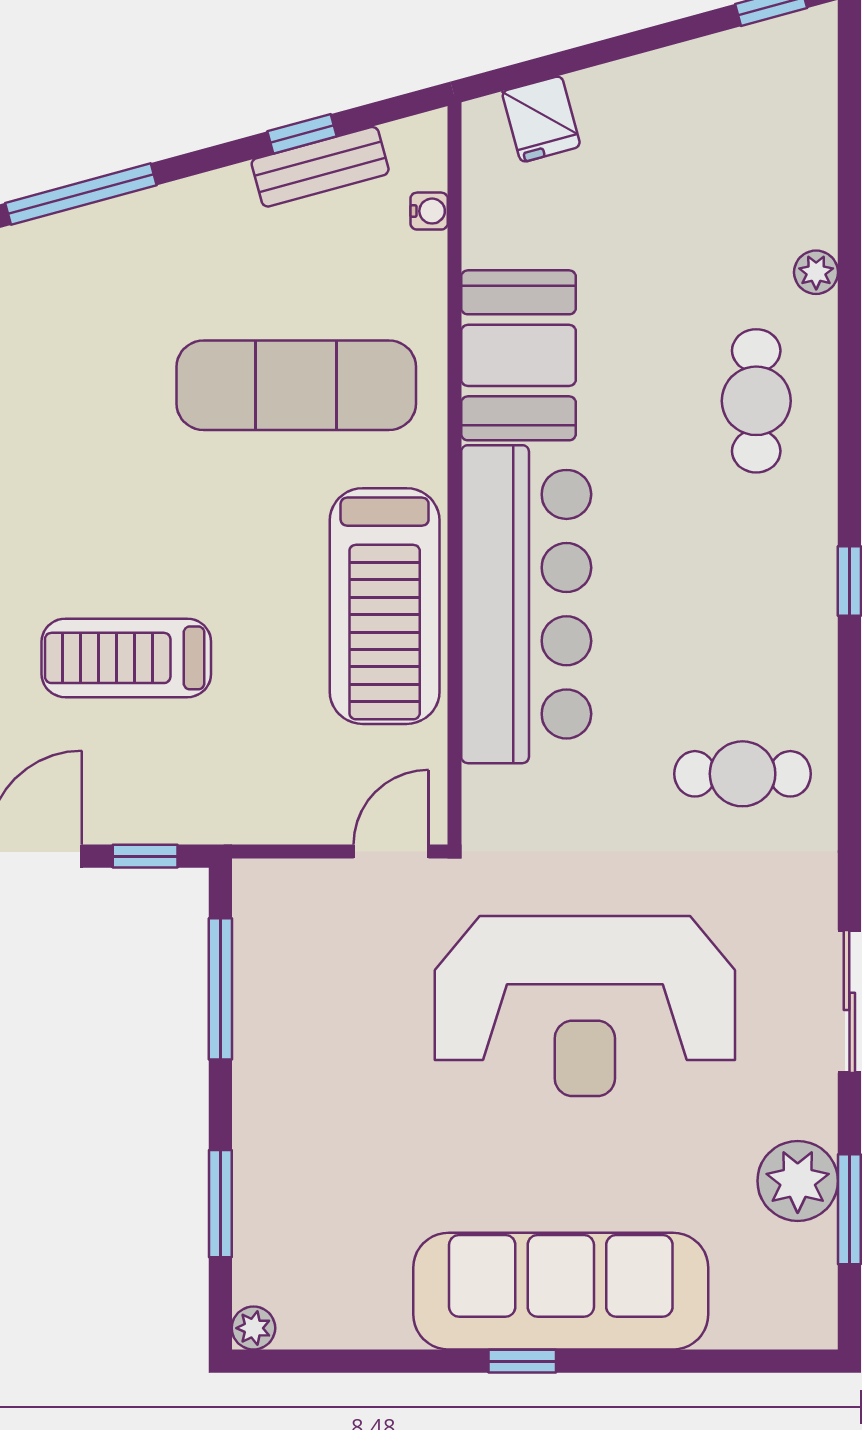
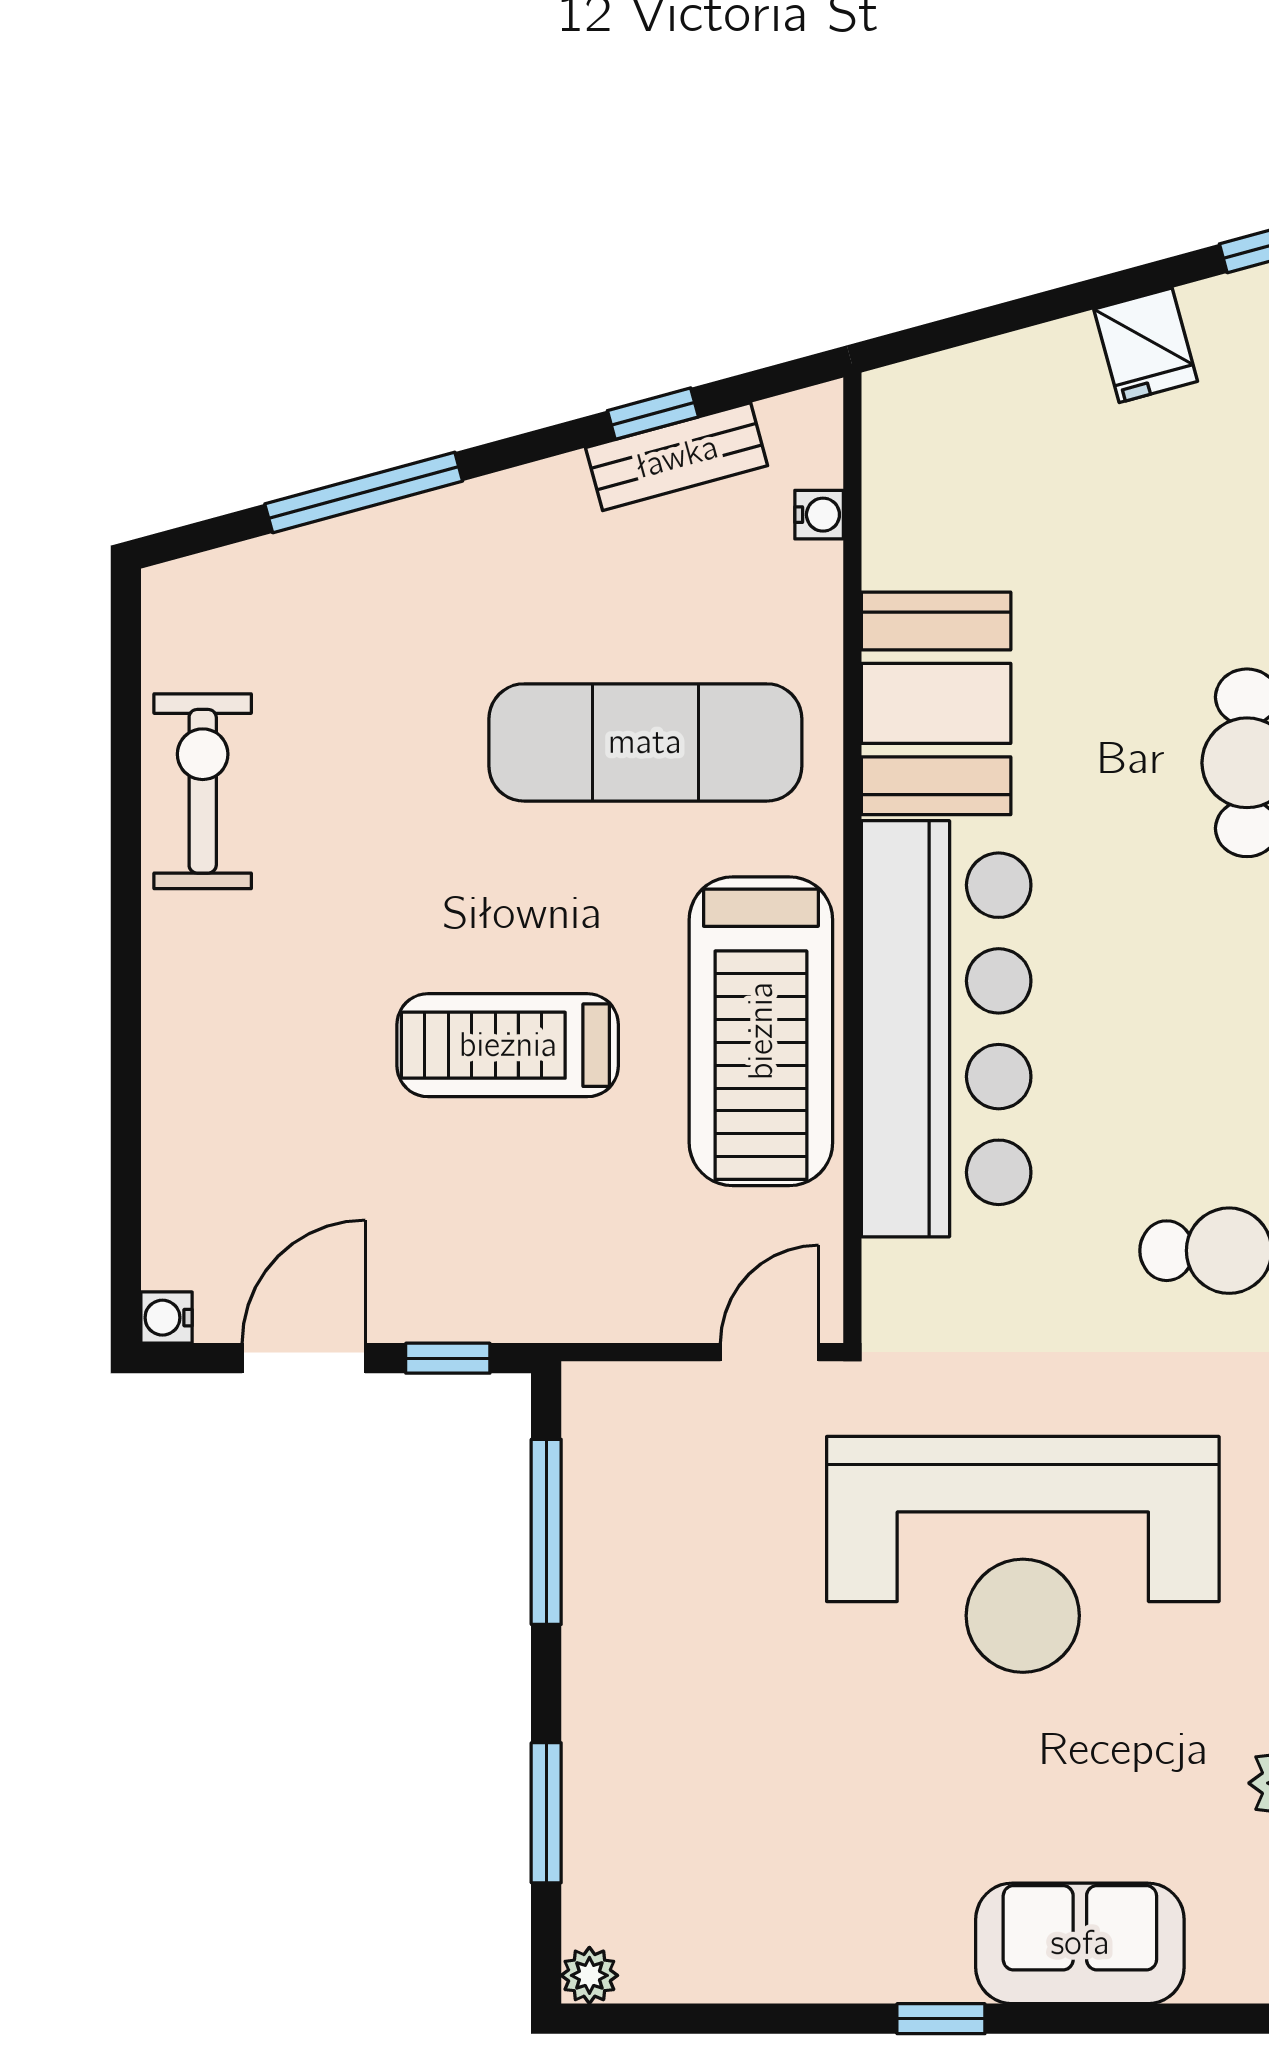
fridge: (541, 119) -> (1146, 345), moved
treadmill: (126, 658) -> (508, 1045), moved
sofa: (561, 1291) -> (1080, 1943), width x0.54, depth x0.79

